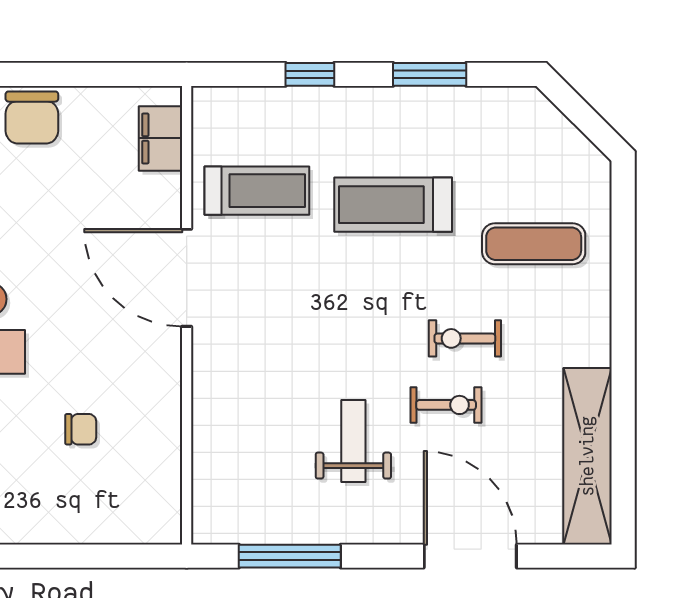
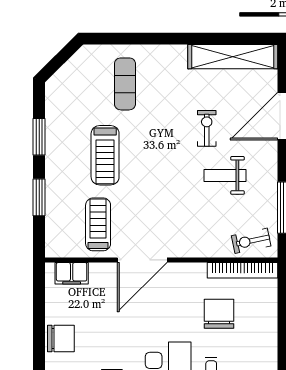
window: (310, 74) -> (39, 197), width x1.50
exercise bike: (465, 338) -> (251, 241), moved, turned 78
chair: (81, 429) -> (219, 314), width x1.87, depth x1.87
bookcase: (166, 475) -> (242, 270), added

